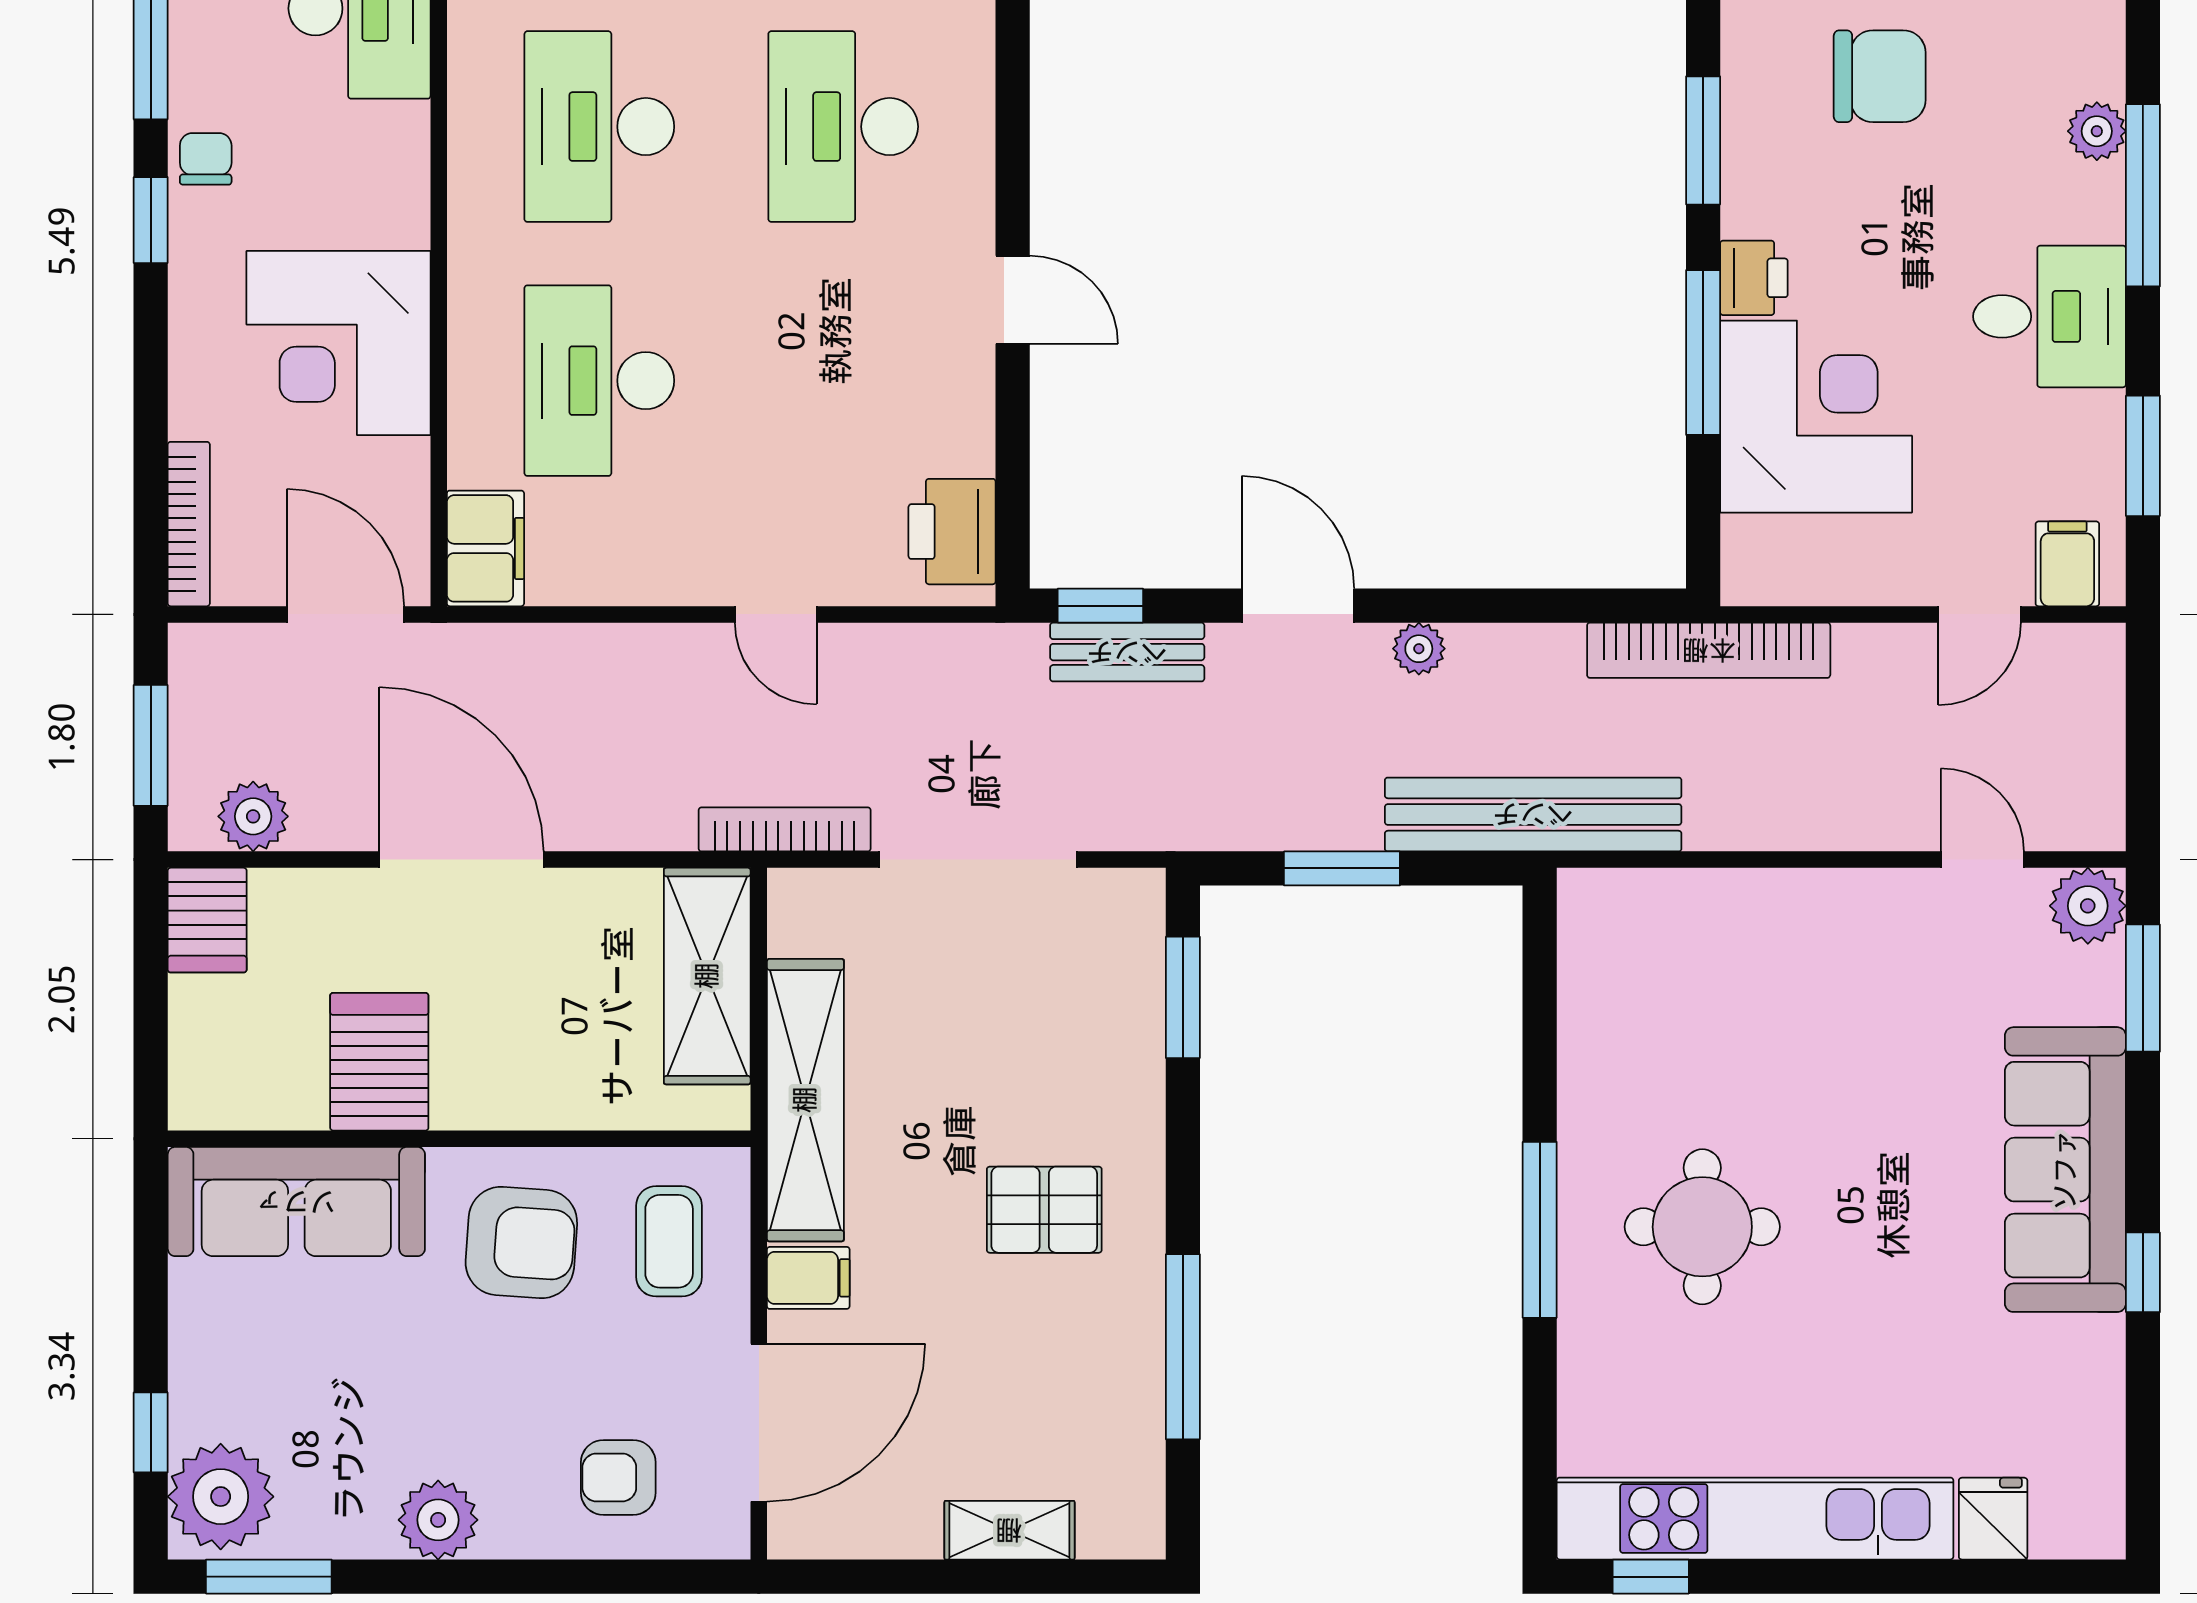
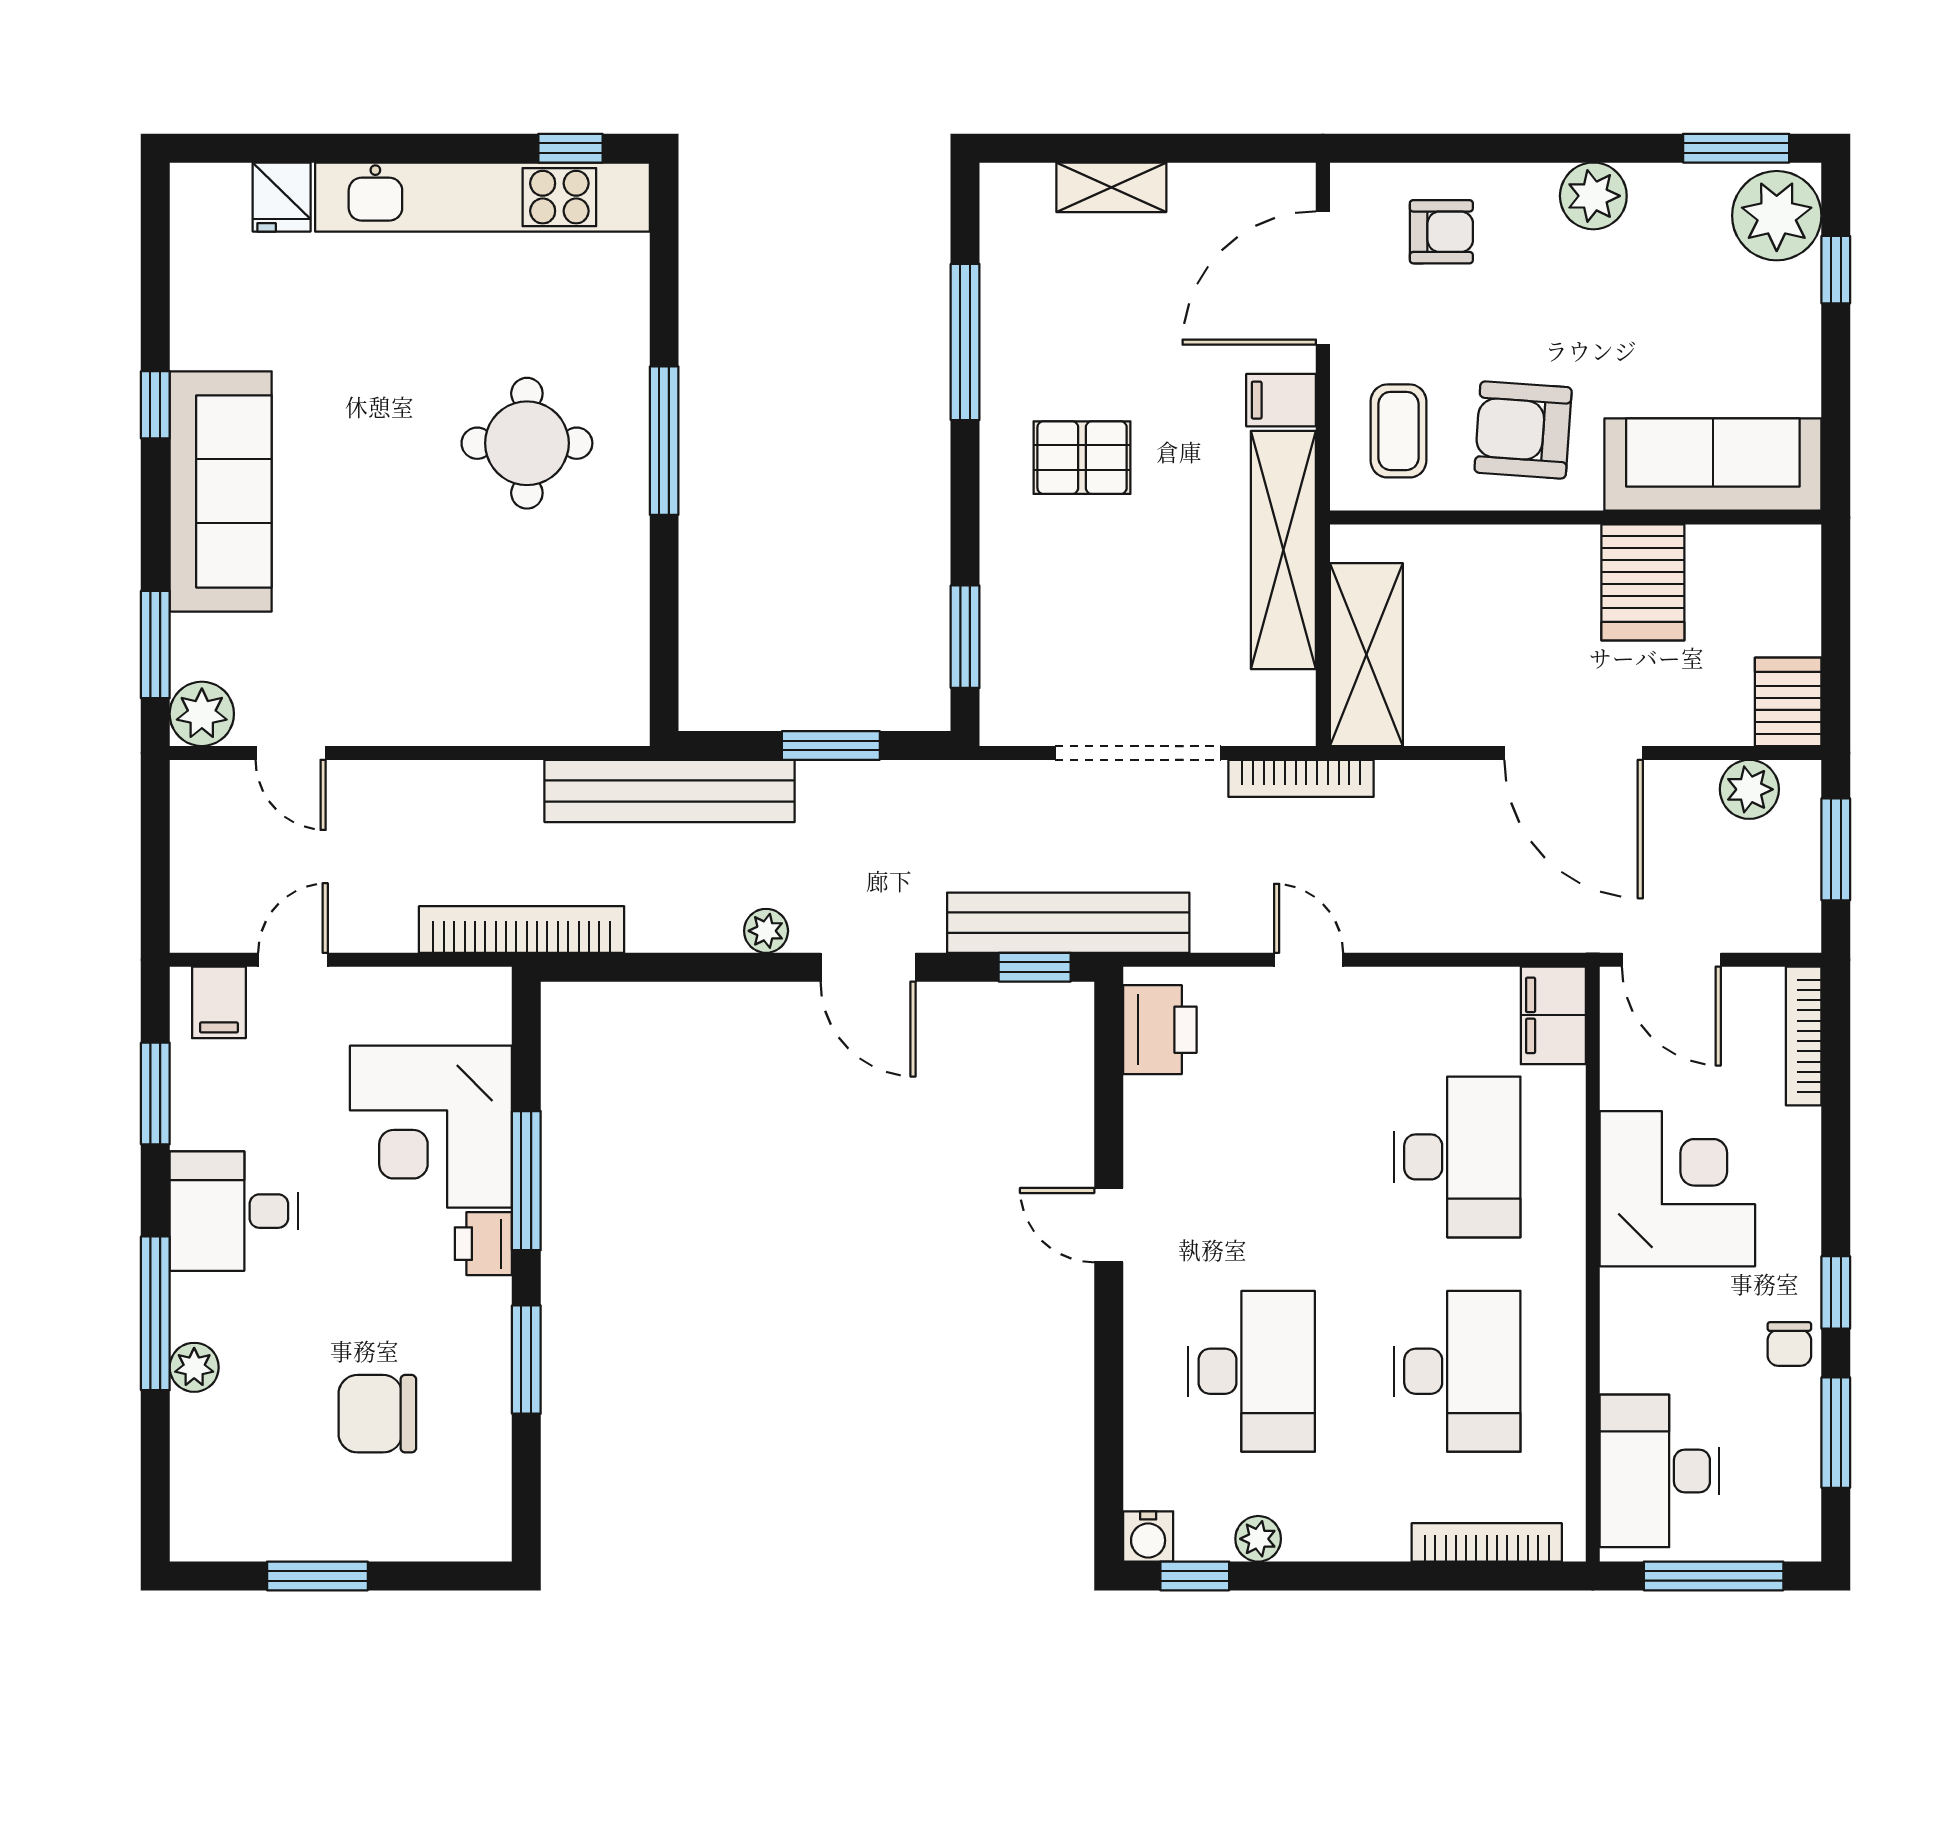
bench: (1127, 652) -> (1068, 923), width x1.86, depth x1.21

